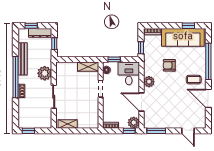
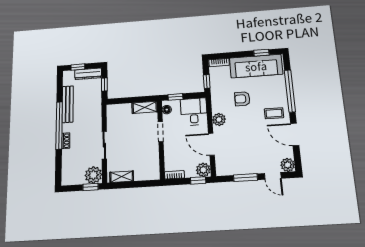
plant: (45, 73) -> (93, 175), moved
plant: (200, 123) -> (288, 165), added
window: (28, 131) -> (90, 187), moved
window: (156, 131) -> (245, 178), moved

